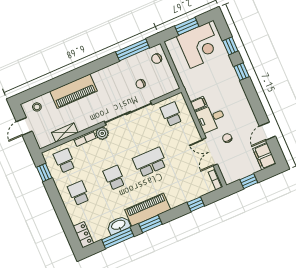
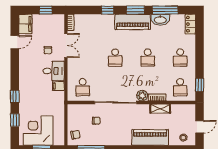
shelving: (65, 133) -> (160, 109), moved
school desk: (150, 162) -> (115, 58), width x0.54
window: (196, 204) -> (108, 10), moved

